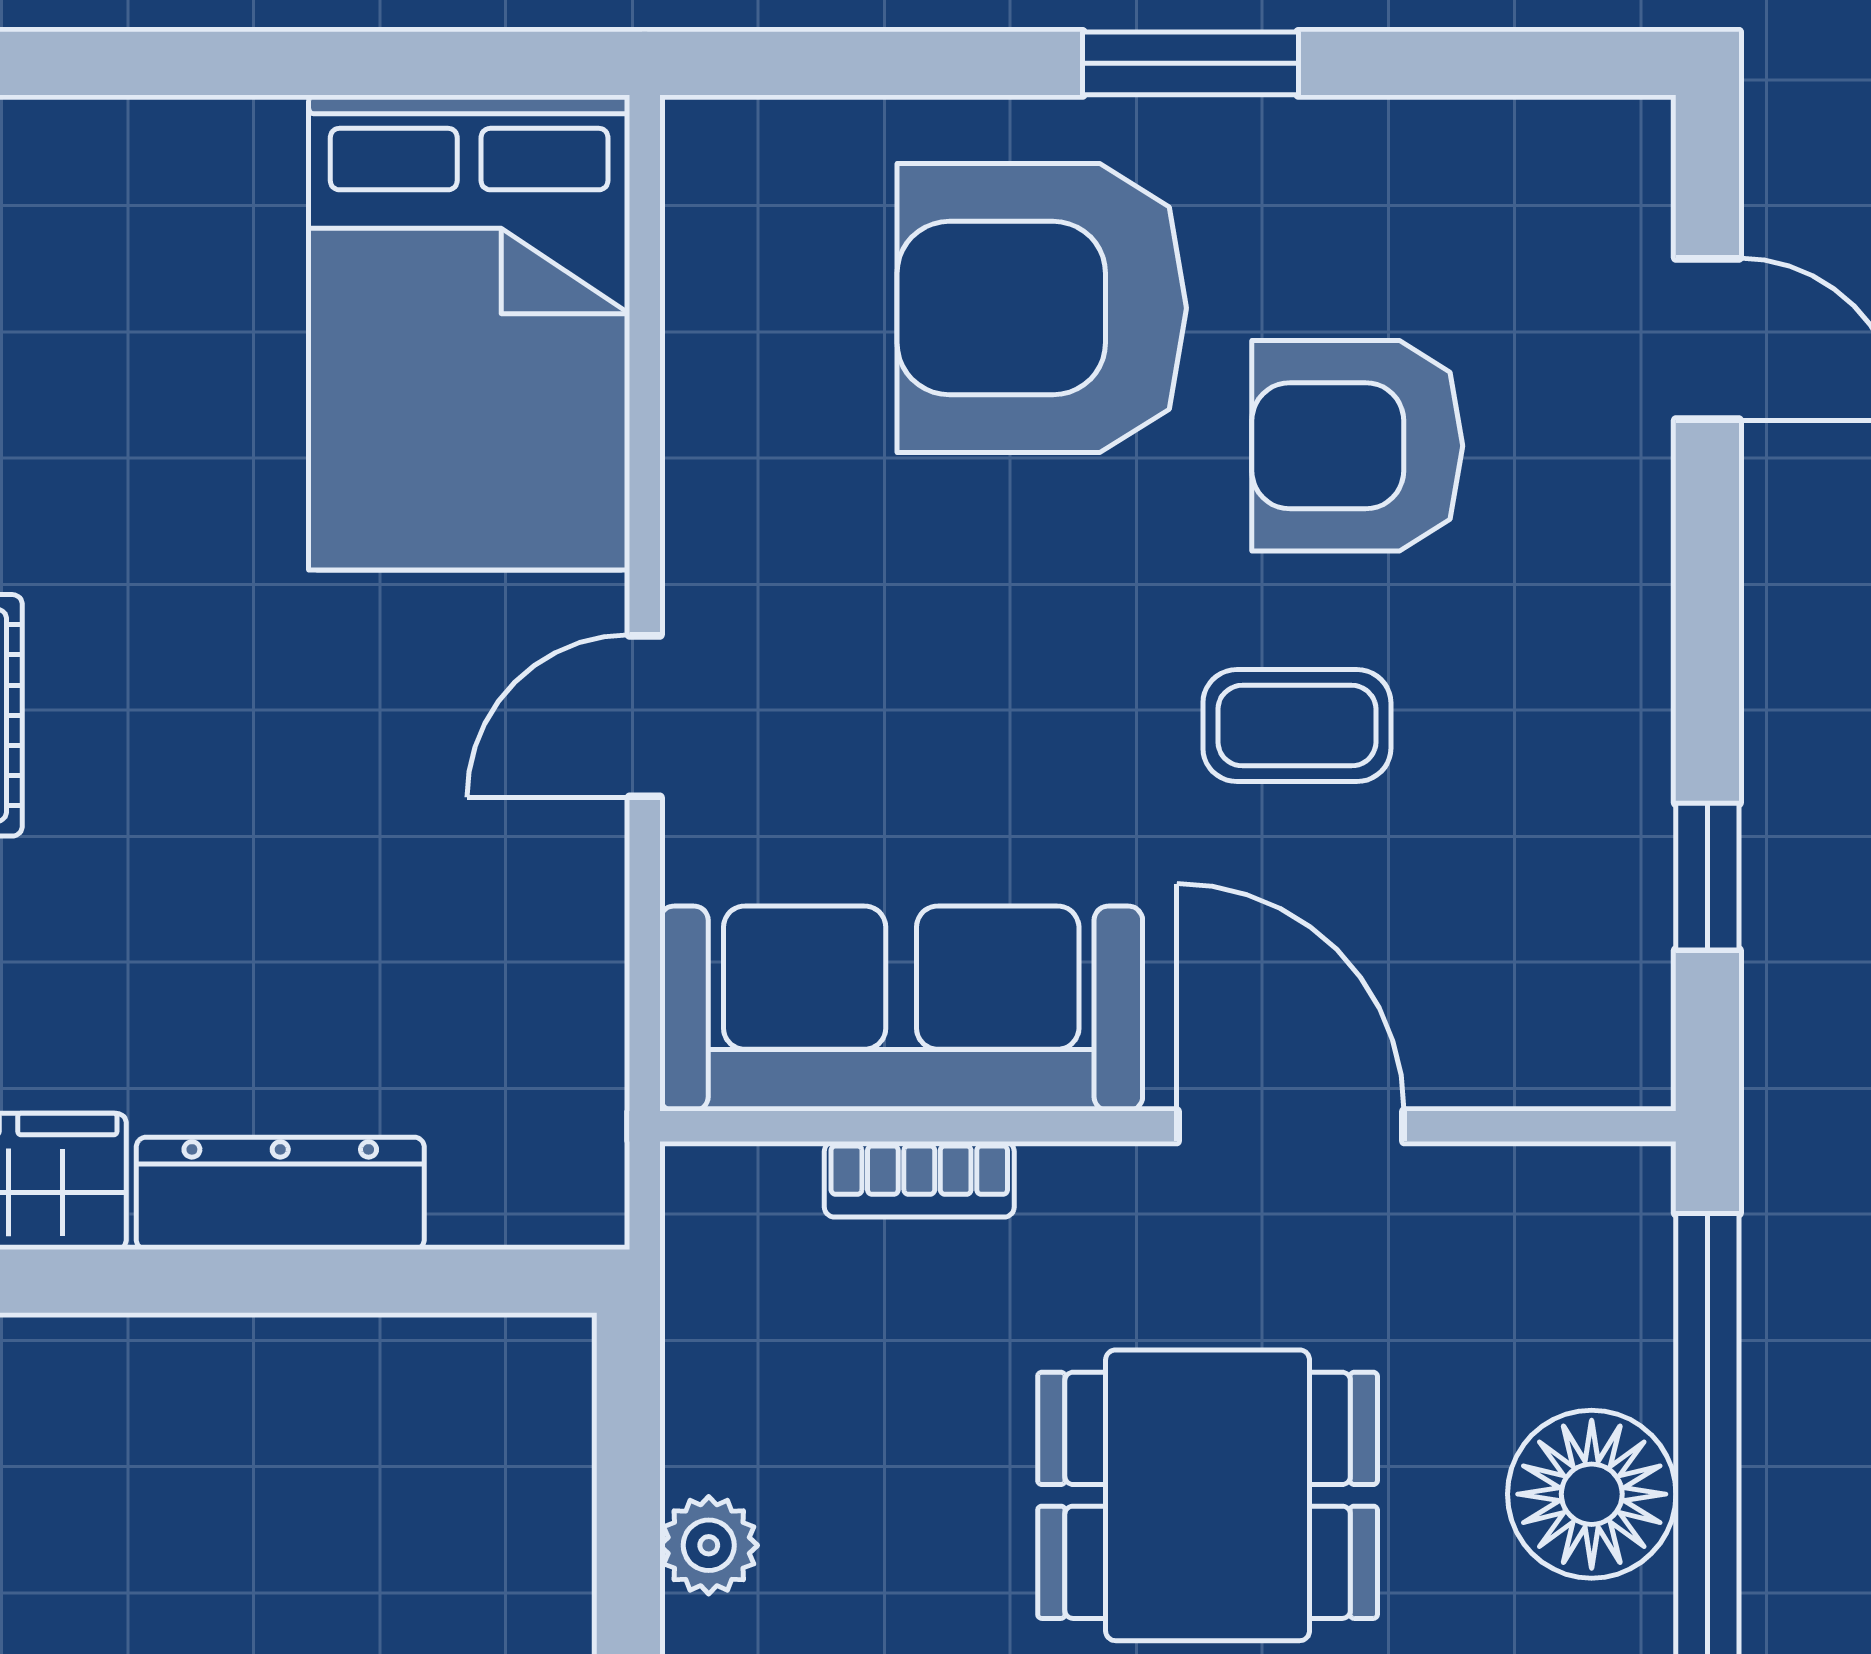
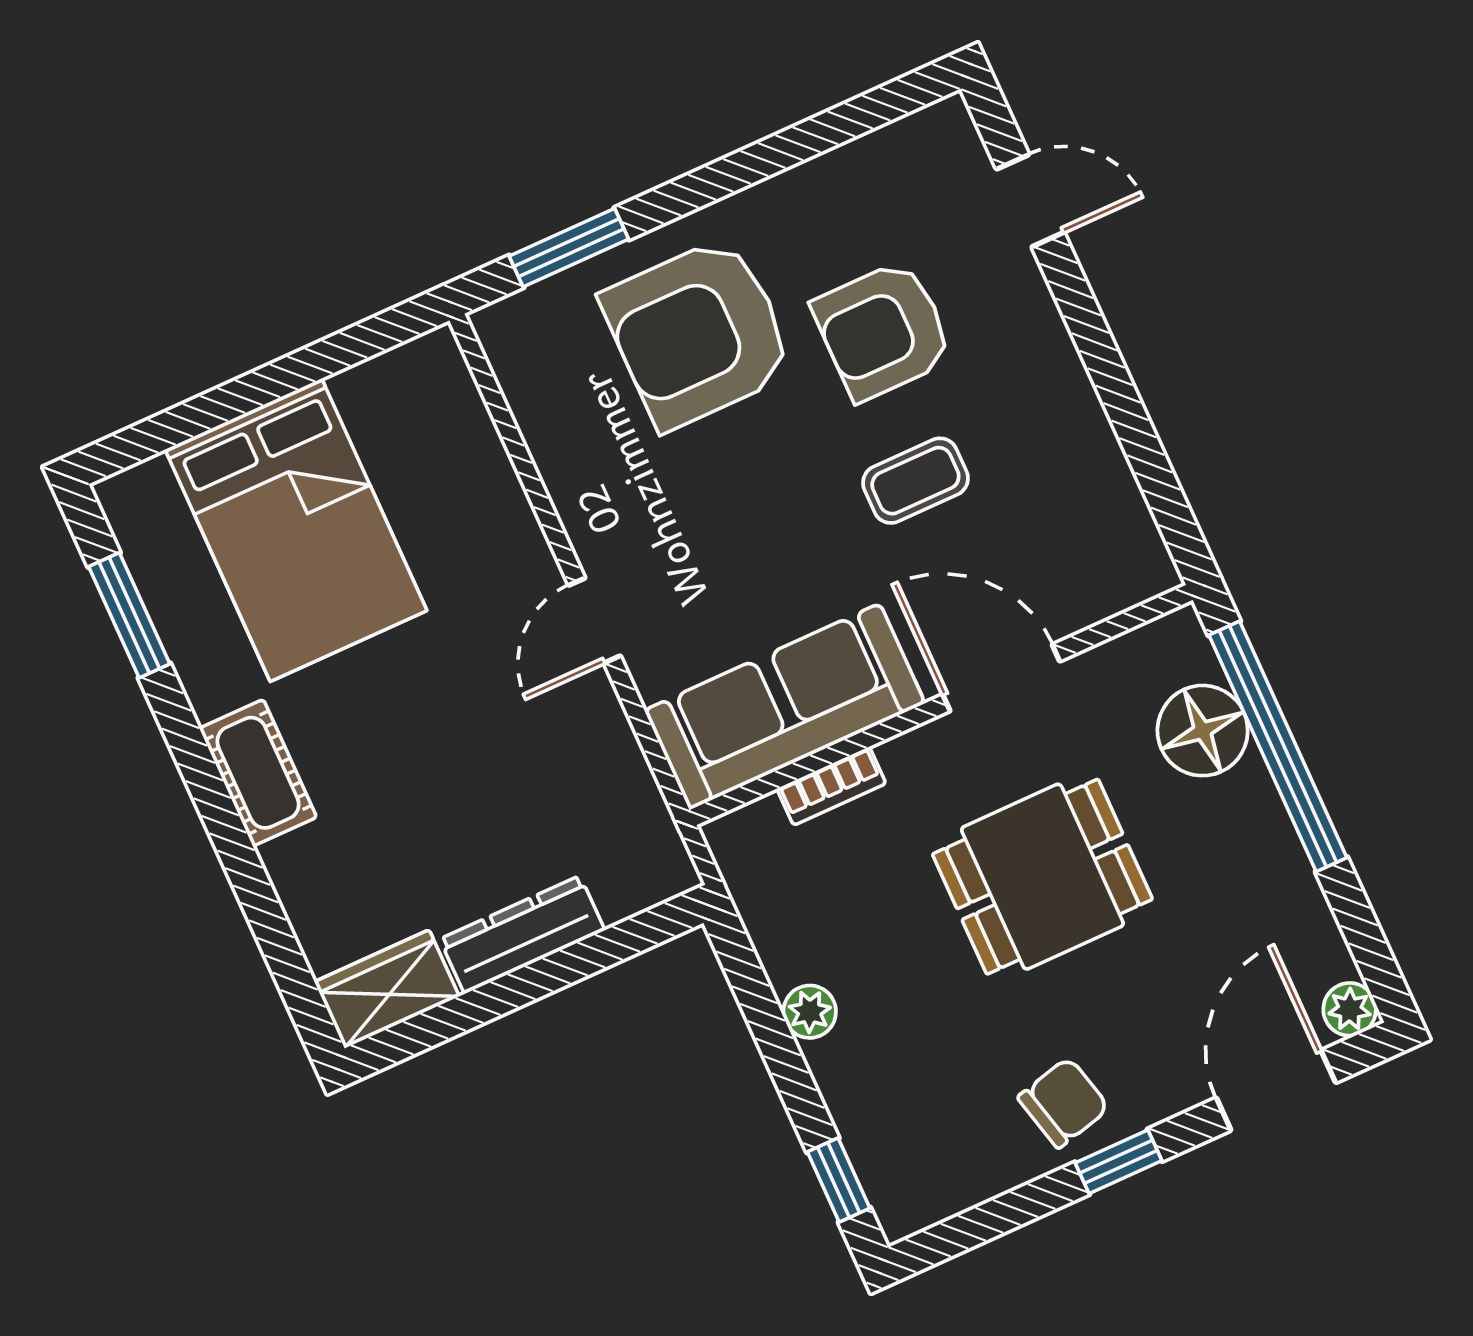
window: (1191, 63) -> (569, 248), moved
bed: (469, 333) -> (296, 530), moved
window: (1707, 877) -> (1150, 463), removed
floor lamp: (1592, 1494) -> (1203, 731), moved

